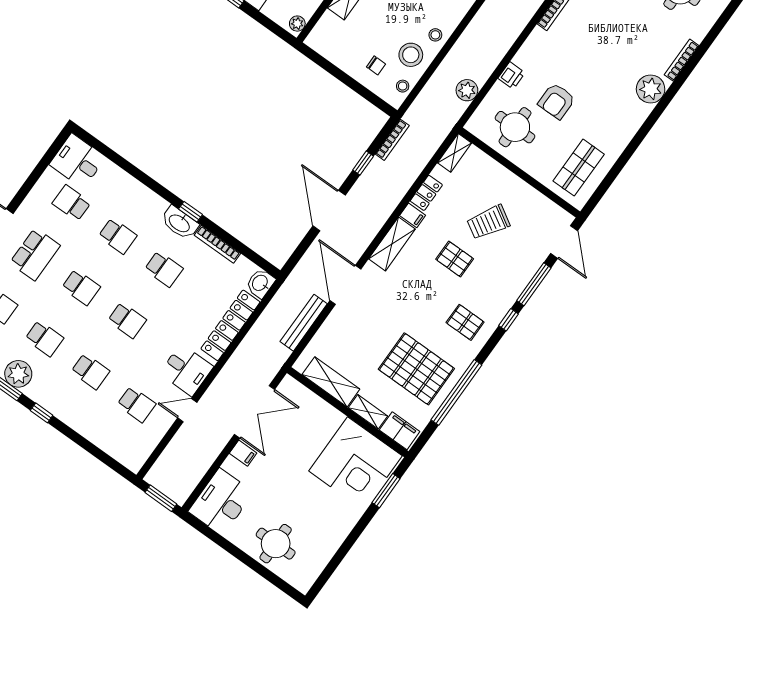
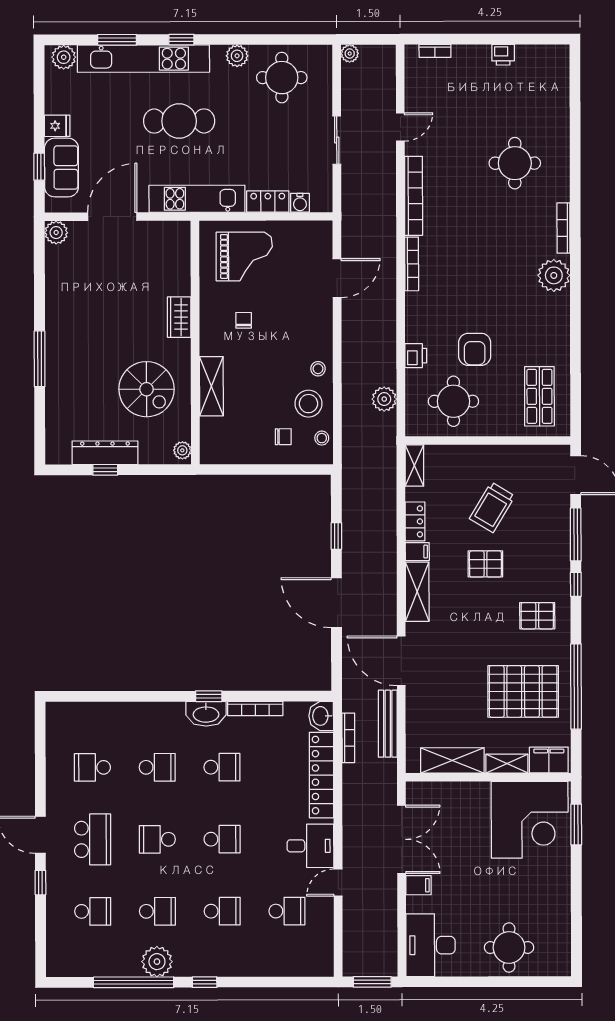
bookcase: (392, 140) -> (348, 738), moved
desk: (77, 161) -> (70, 724), removed
school desk: (81, 287) -> (157, 839), turned 180

